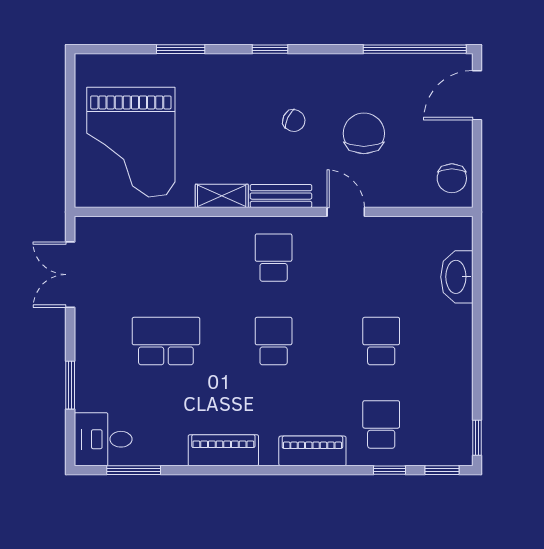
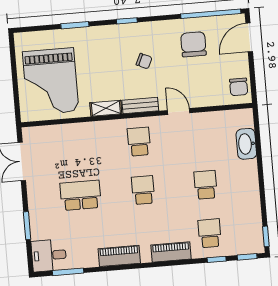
chair: (364, 133) -> (193, 44), moved

